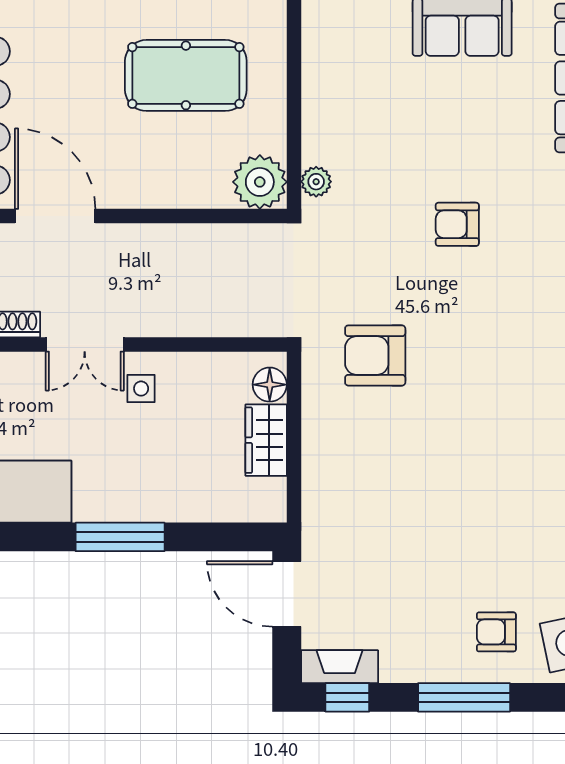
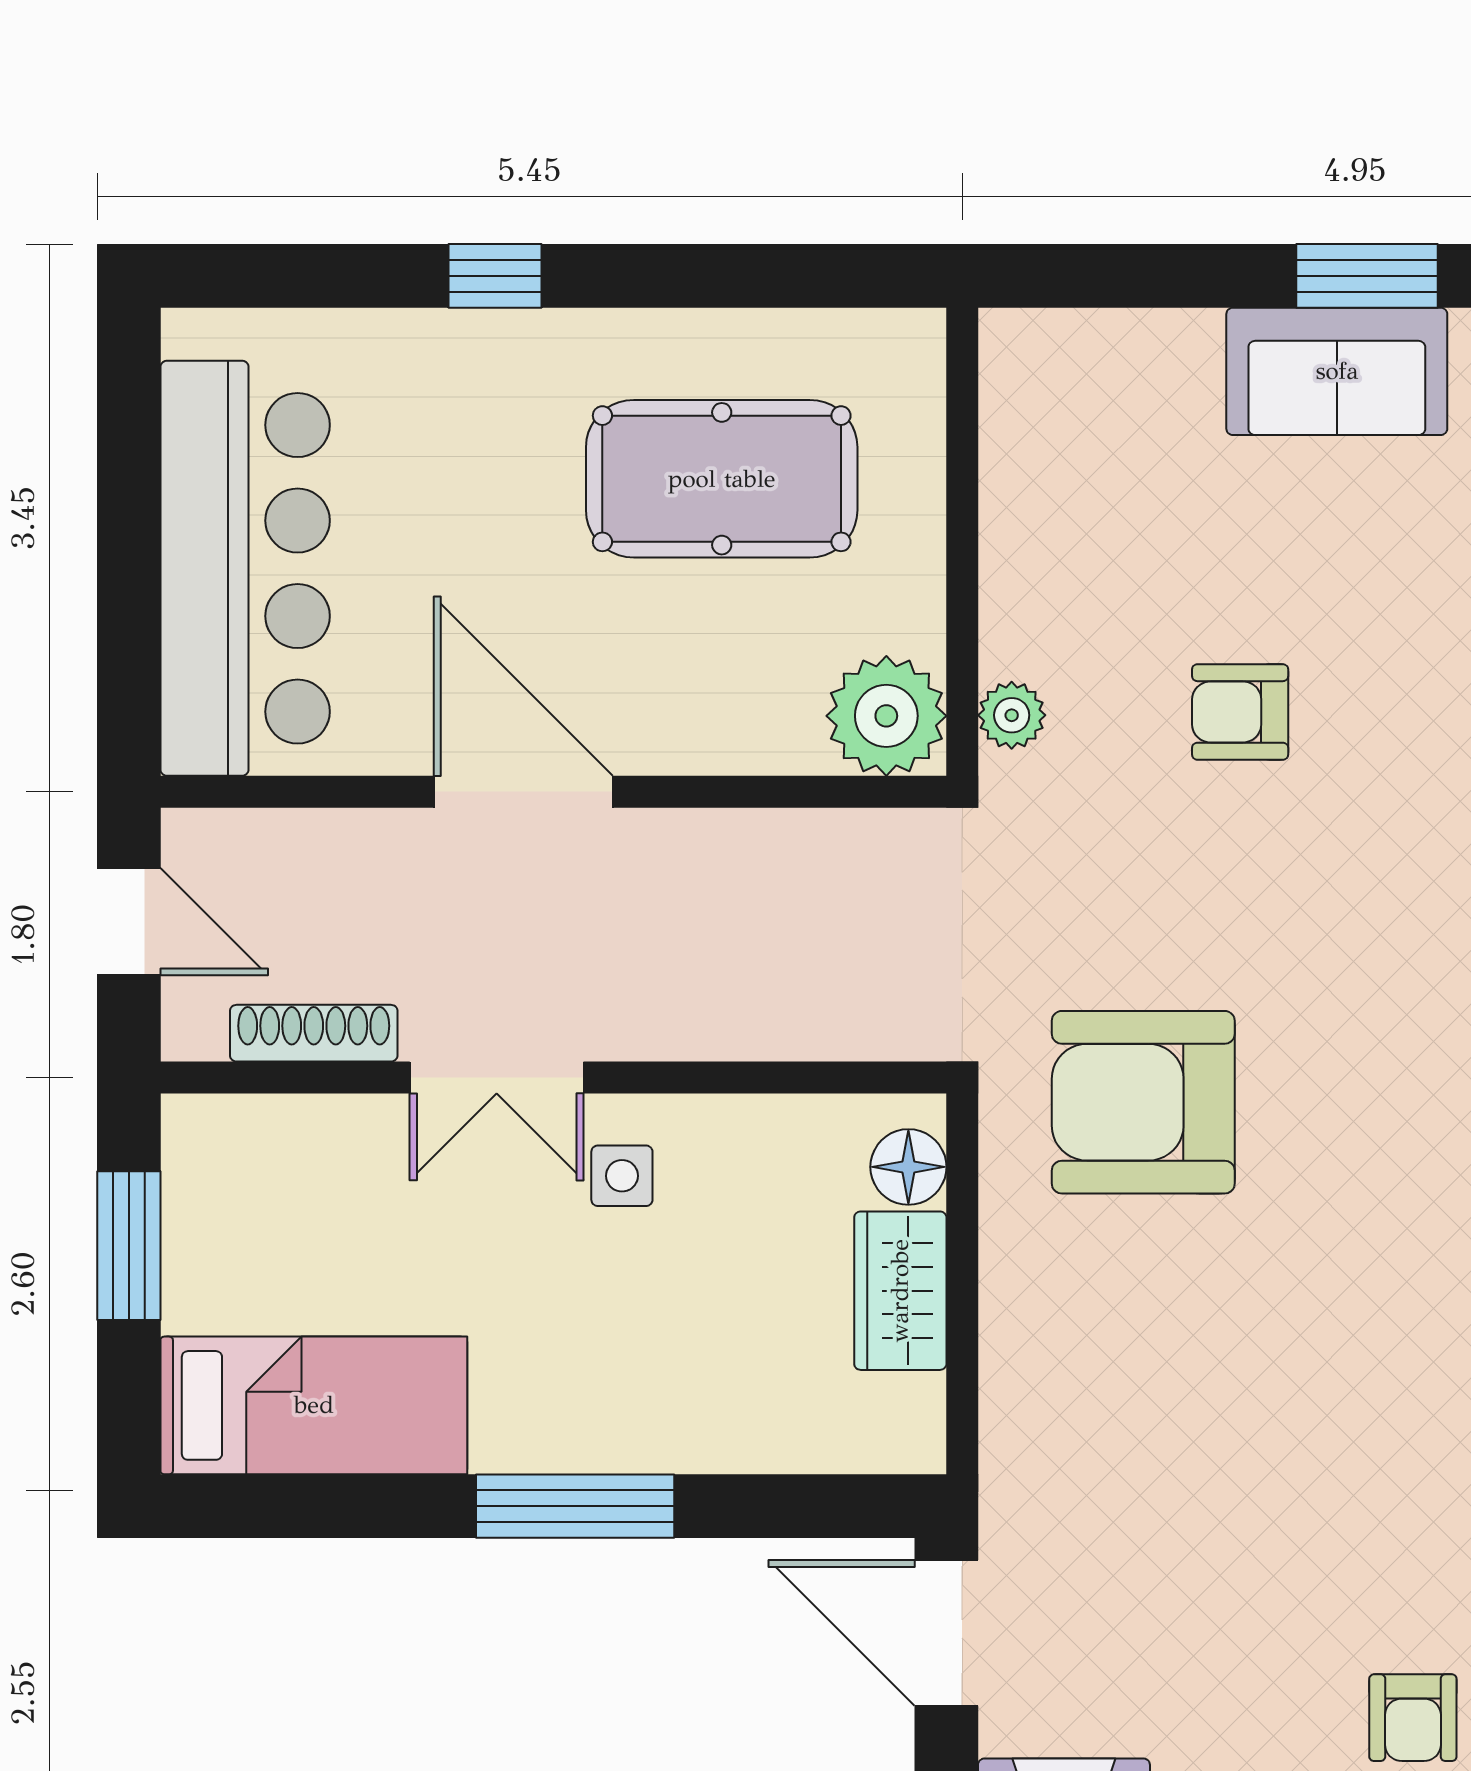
door: (55, 216) -> (523, 792), moved
armchair: (457, 224) -> (1240, 712), moved
armchair: (375, 355) -> (1143, 1102), width x1.36, depth x1.36
armchair: (496, 632) -> (1413, 1718), turned -90

